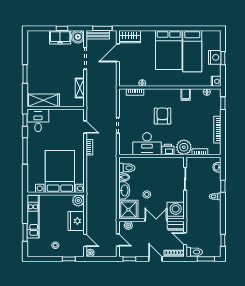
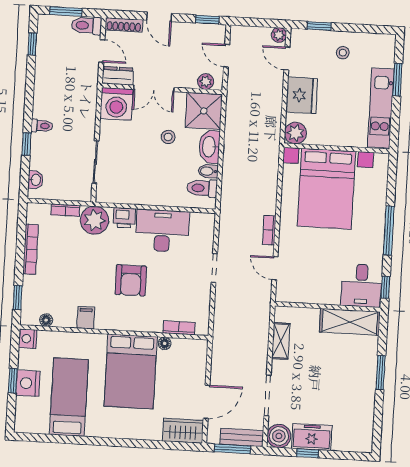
bed: (169, 50) -> (131, 371), moved, turned 180

